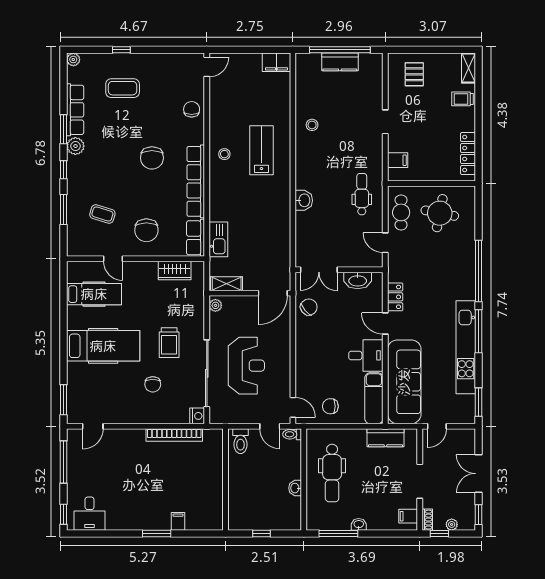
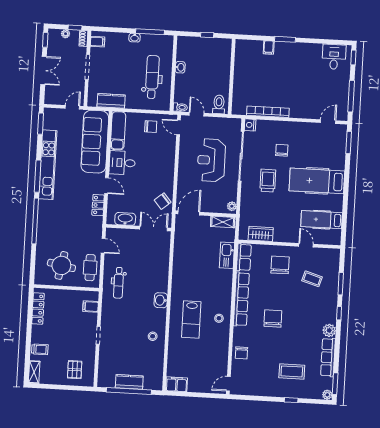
window: (64, 129) -> (335, 384), moved
washbasin: (304, 200) -> (161, 300), moved

